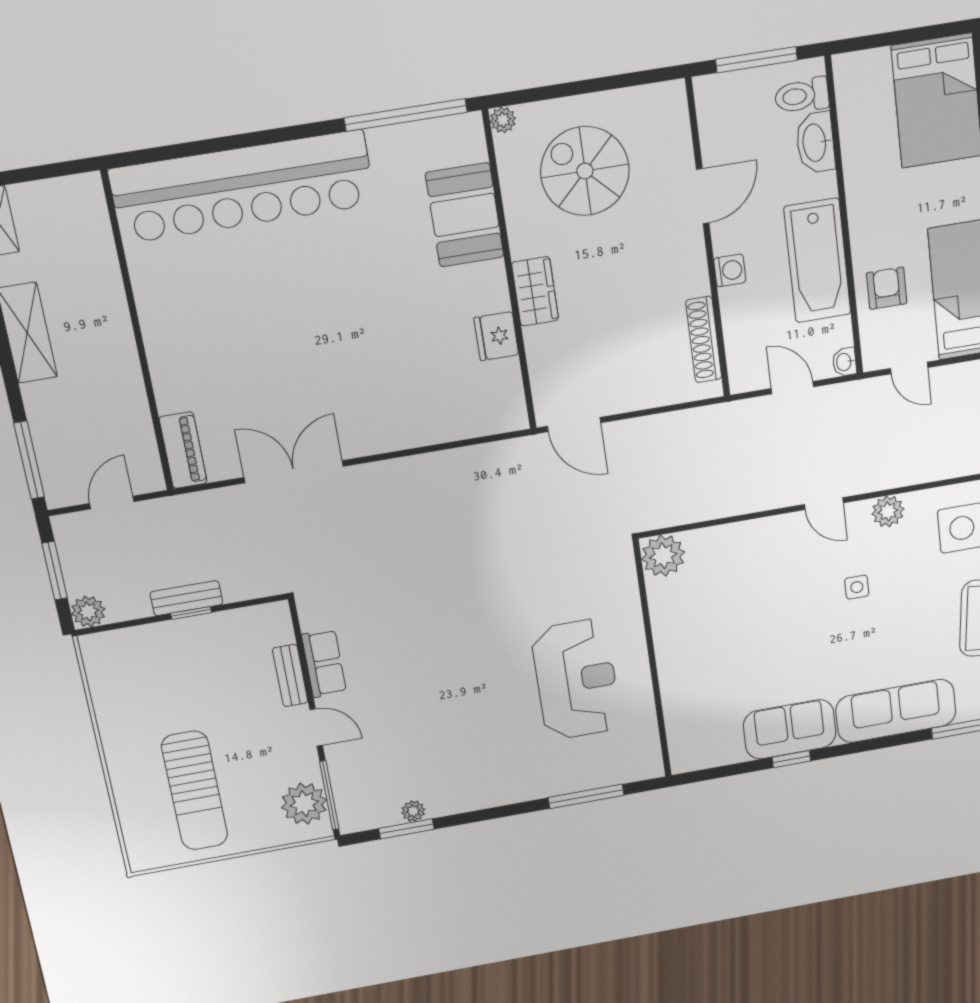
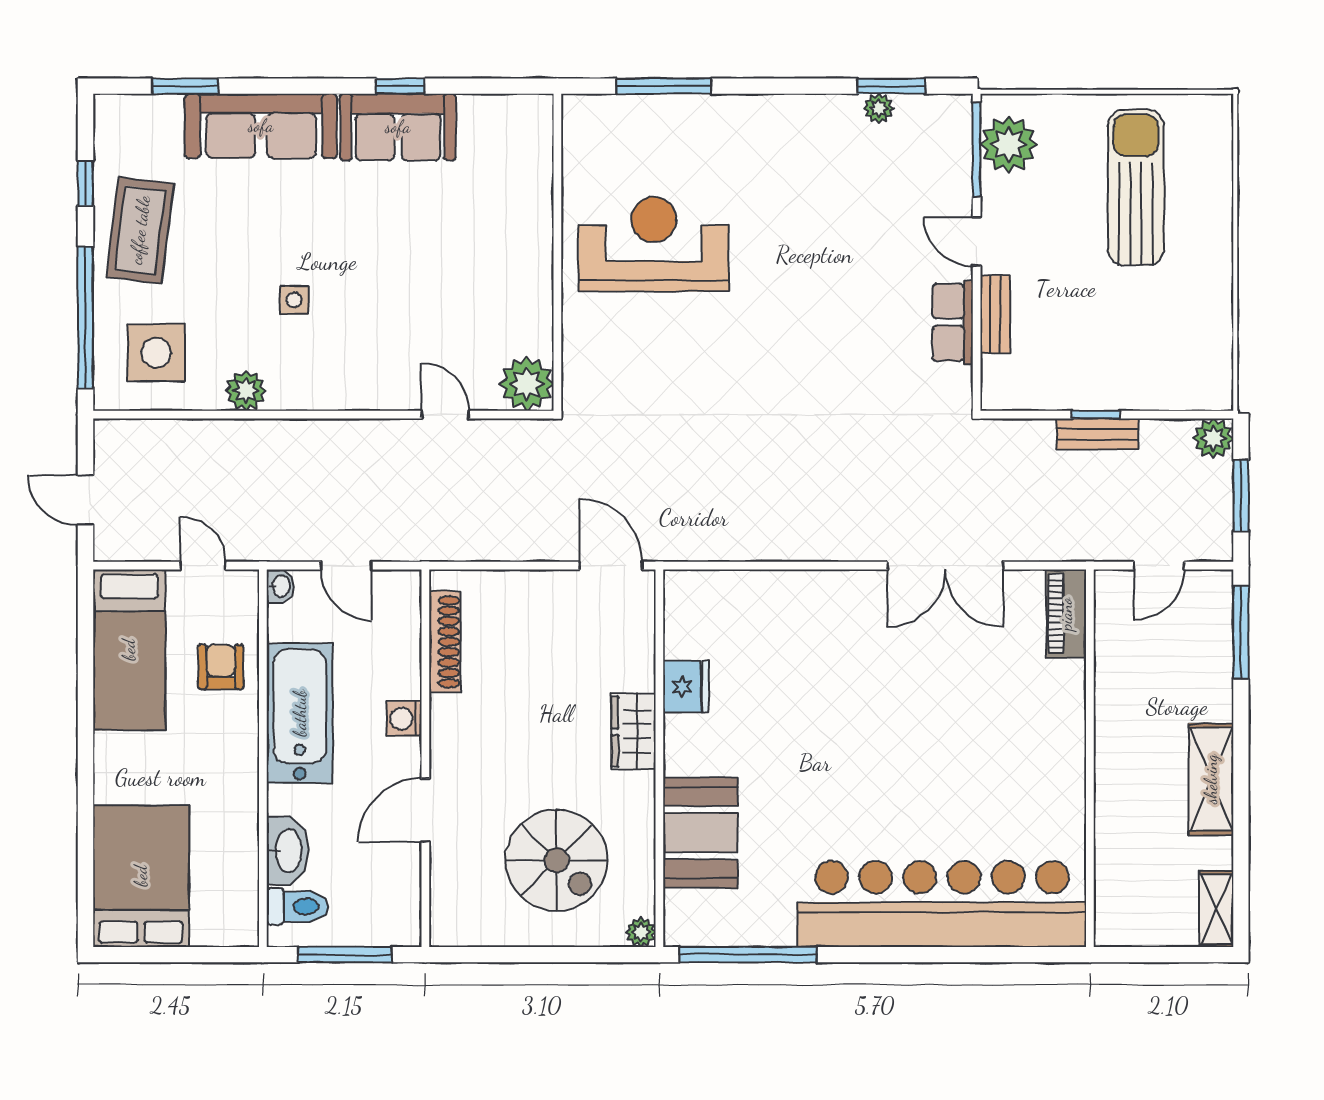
armchair: (887, 288) -> (221, 667), turned 180
door: (824, 504) -> (445, 415), moved
reception desk: (576, 679) -> (654, 244), turned 90

